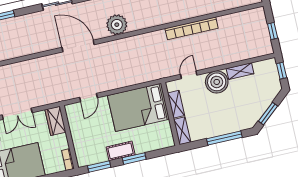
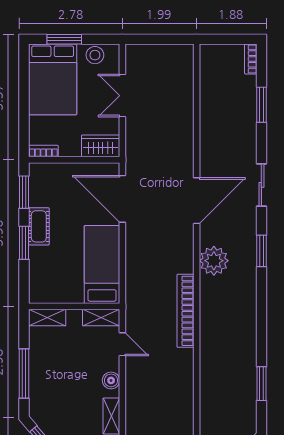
bookcase: (192, 28) -> (185, 311), moved
boiler: (217, 82) -> (111, 380), width x0.54, depth x0.54
door: (88, 98) -> (122, 199), width x1.88
shelving: (176, 104) -> (101, 317), moved
bed: (138, 107) -> (102, 265), width x0.67

